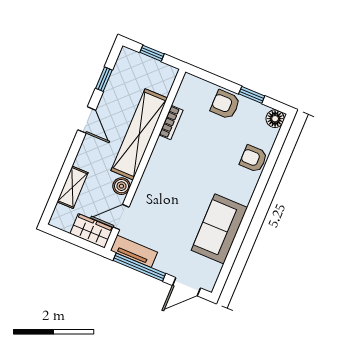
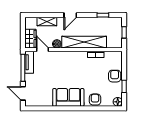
door: (87, 120) -> (70, 15), moved
sofa: (219, 229) -> (68, 97), moved

